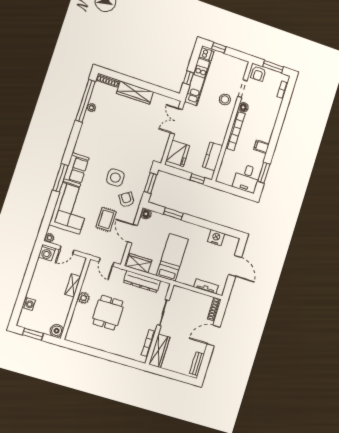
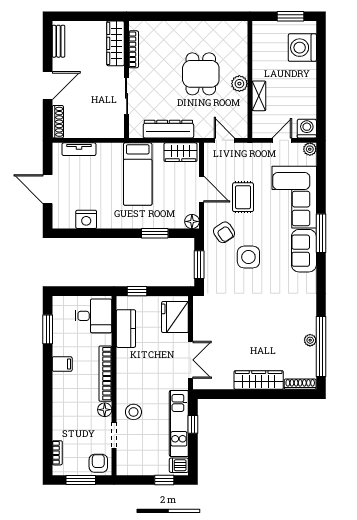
desk: (247, 178) -> (93, 316), moved, turned 90
washing machine: (29, 304) -> (302, 48), width x1.89, depth x1.89
boiler: (57, 331) -> (261, 30), removed

